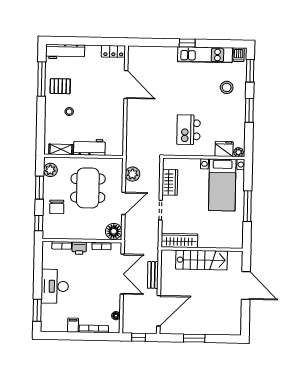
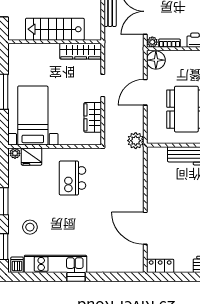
kitchen island: (189, 130) -> (73, 178), turned 180
plant: (133, 174) -> (136, 141), moved
plant: (117, 247) -> (152, 42), added

